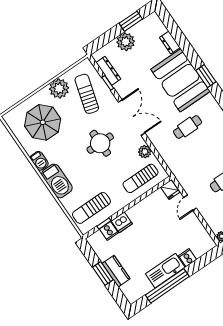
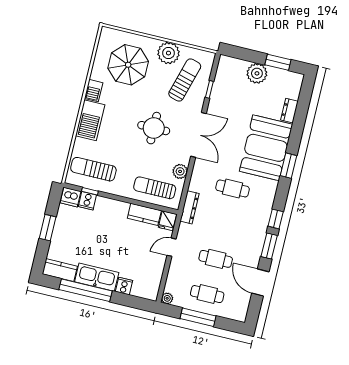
dresser: (108, 71) -> (190, 207), moved
kitchen counter: (152, 201) -> (144, 214), added
dishwasher: (122, 222) -> (70, 197), moved
kitchen counter: (116, 271) -> (60, 270), moved, turned -90

